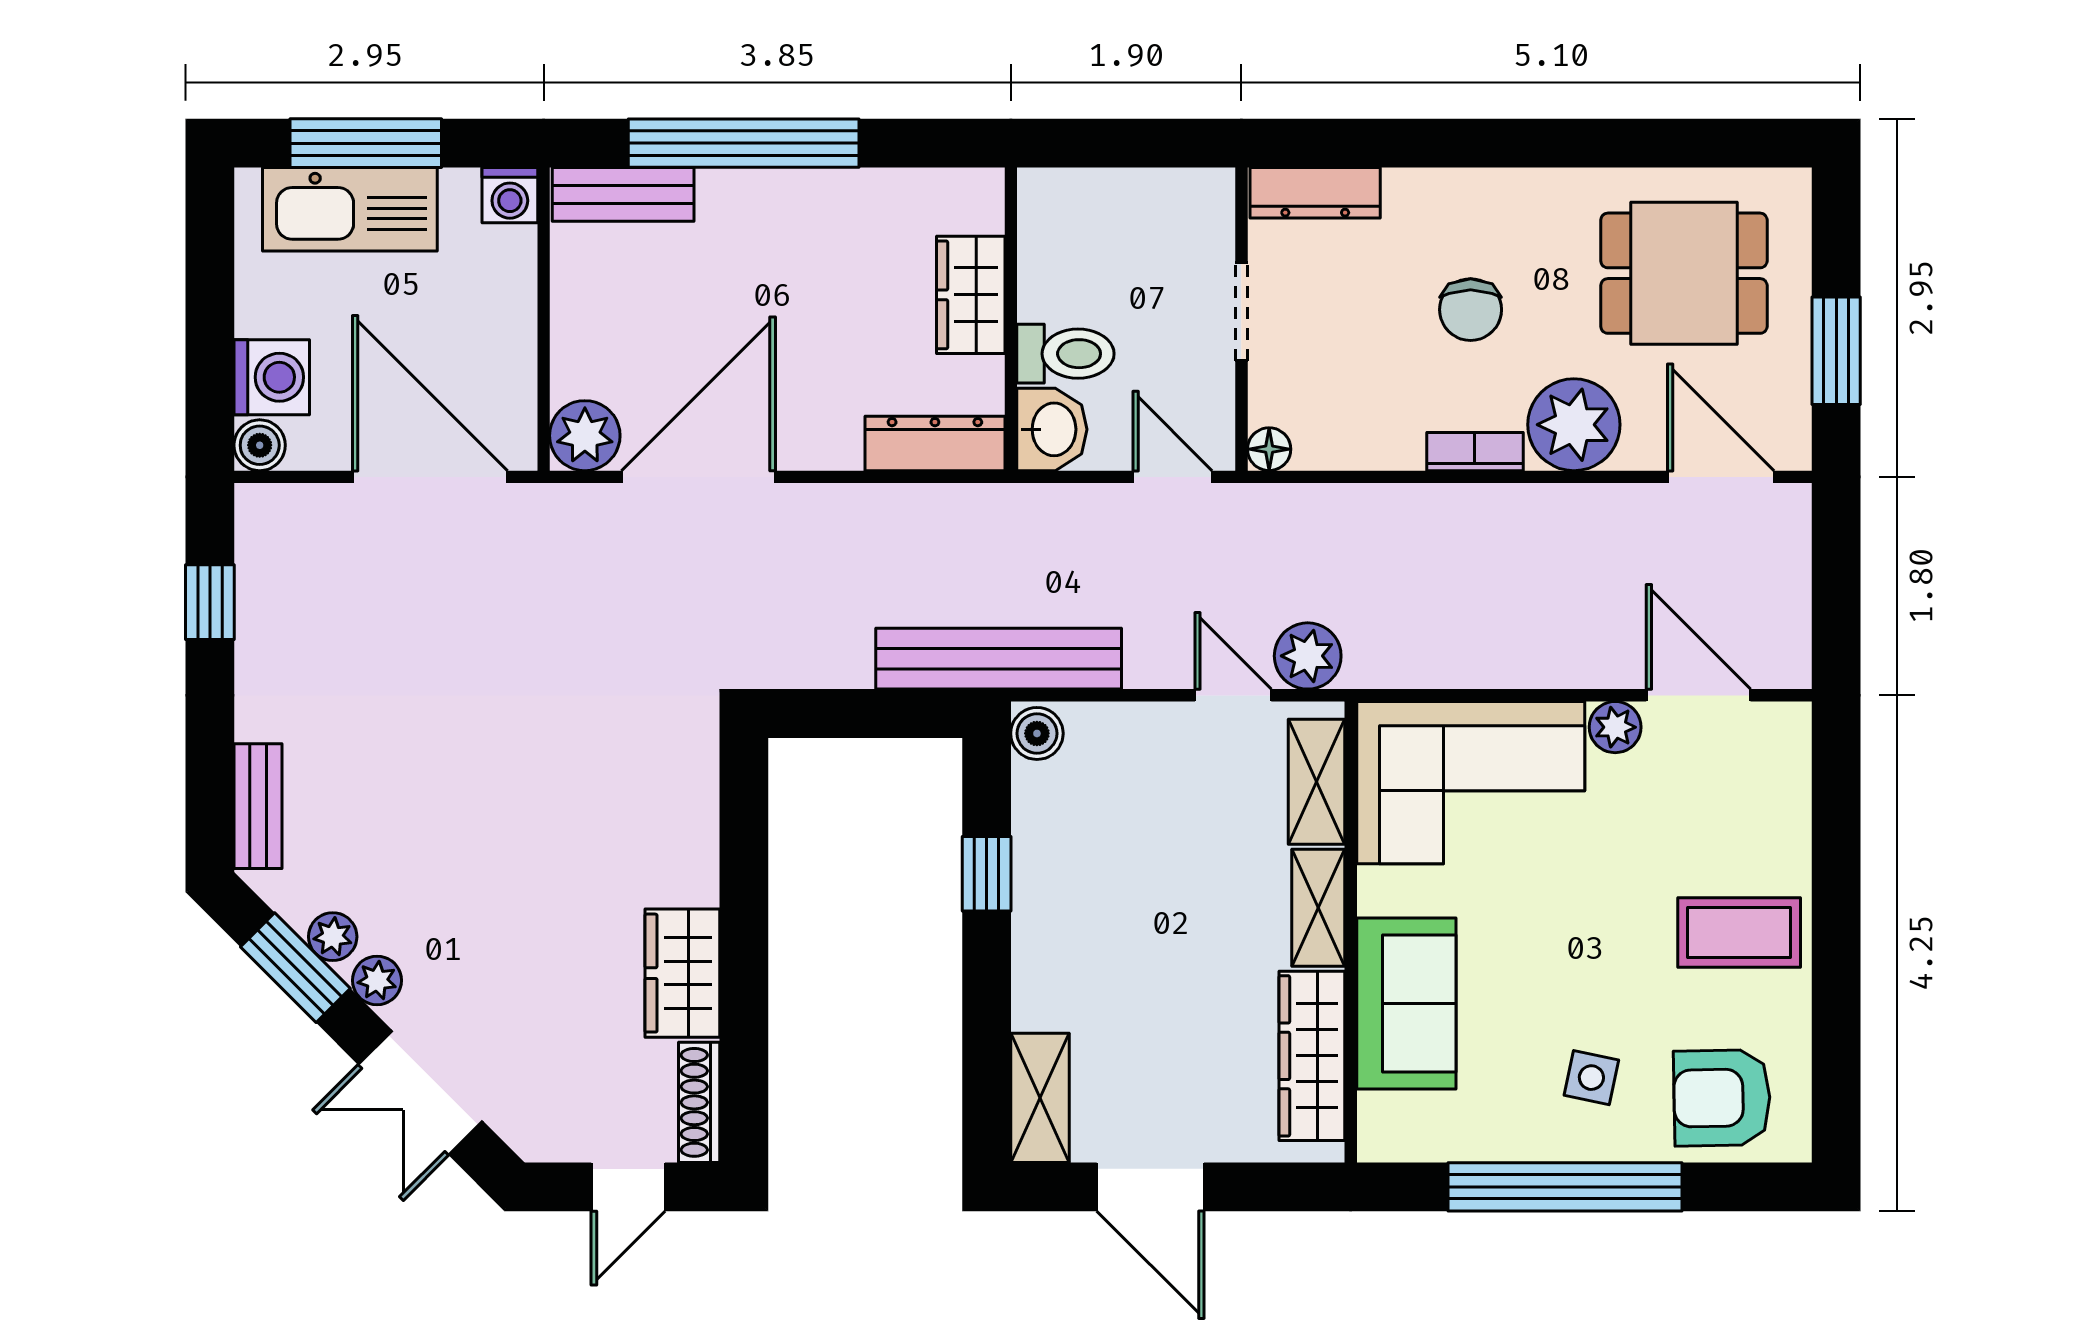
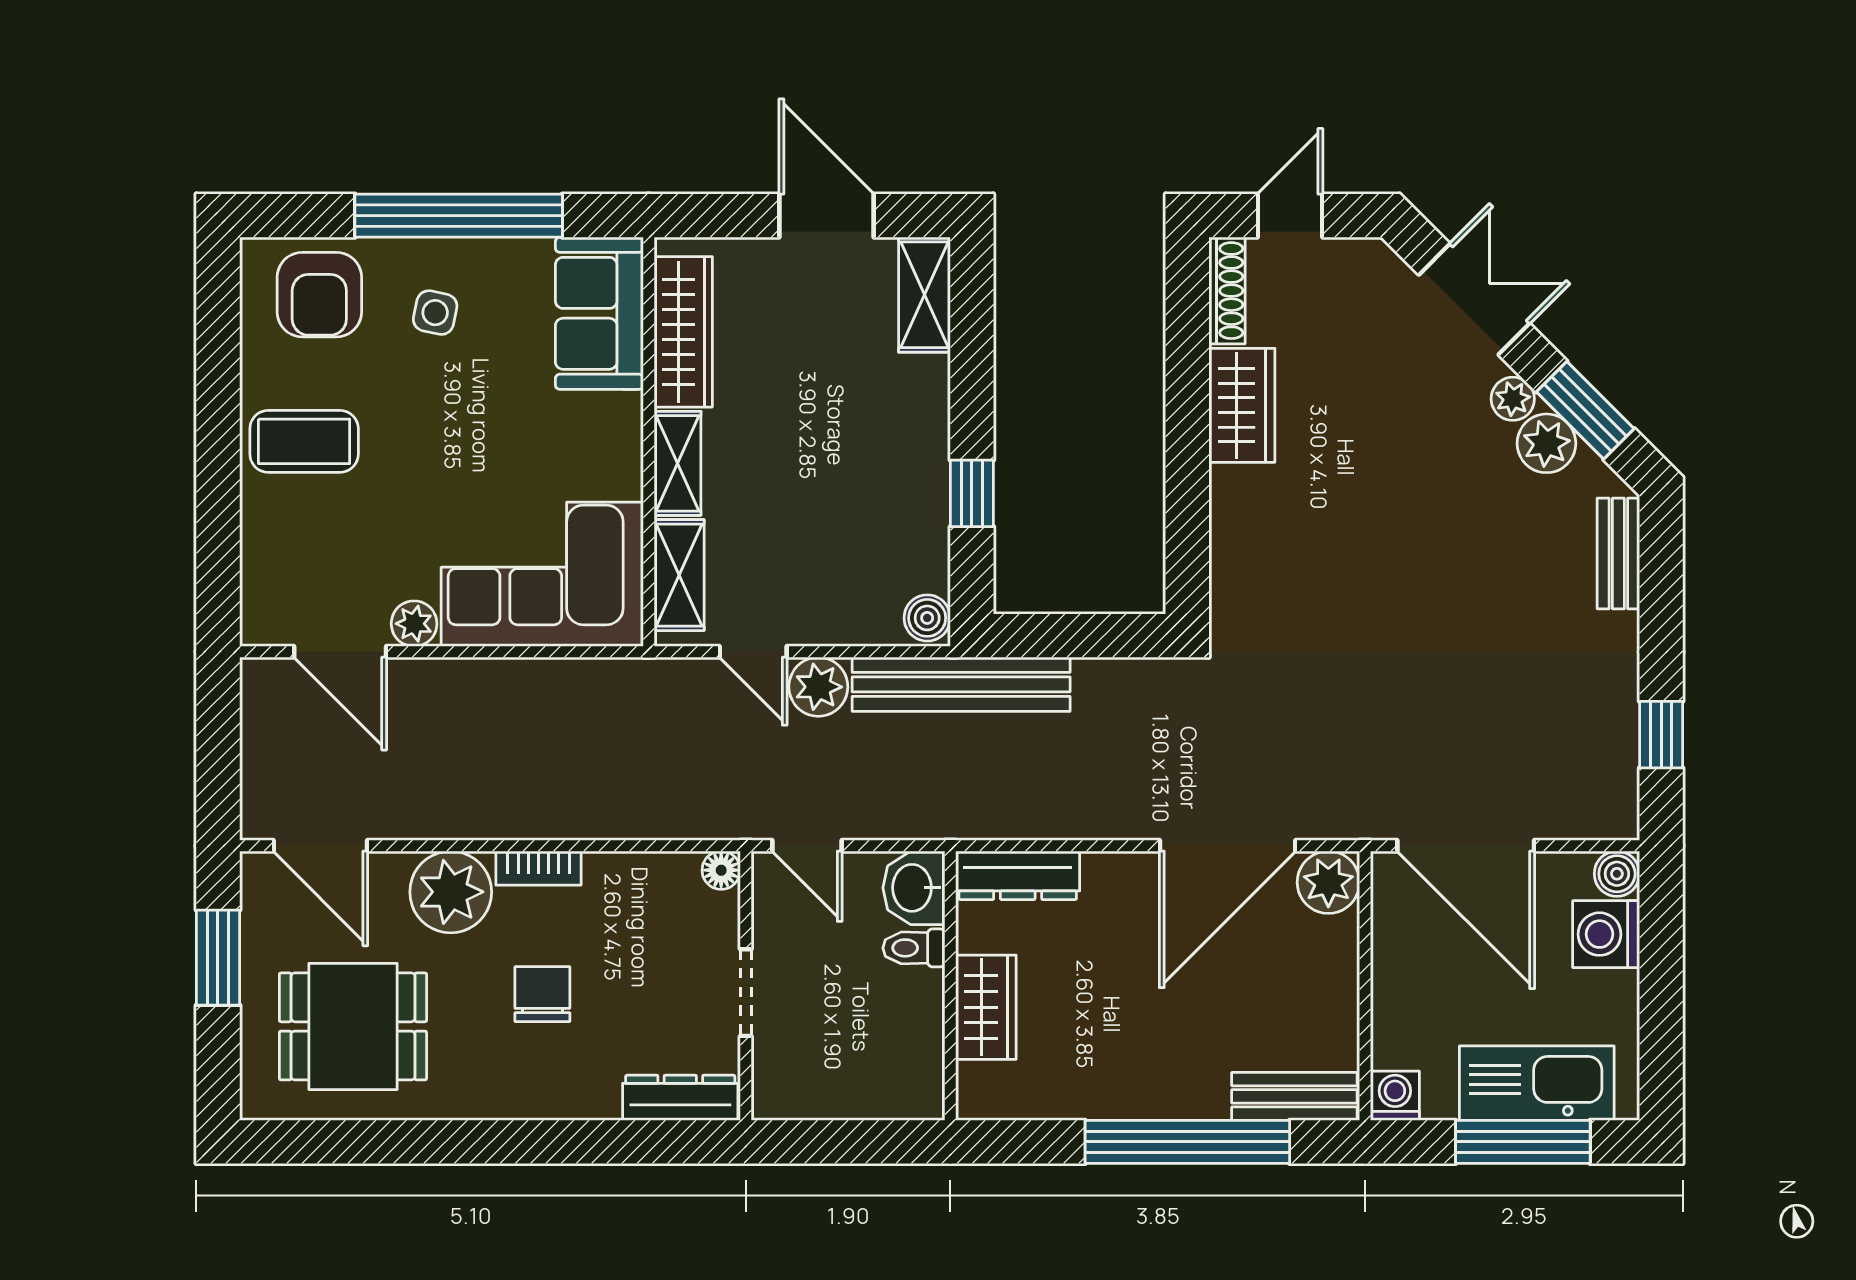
toilet: (1065, 354) -> (914, 948), width x0.73, depth x0.72
plant: (1308, 656) -> (818, 687), moved
plant: (333, 937) -> (1546, 443), width x1.38, depth x1.38
sofa: (1406, 1003) -> (599, 313), moved
armchair: (1722, 1098) -> (319, 295), turned 91

